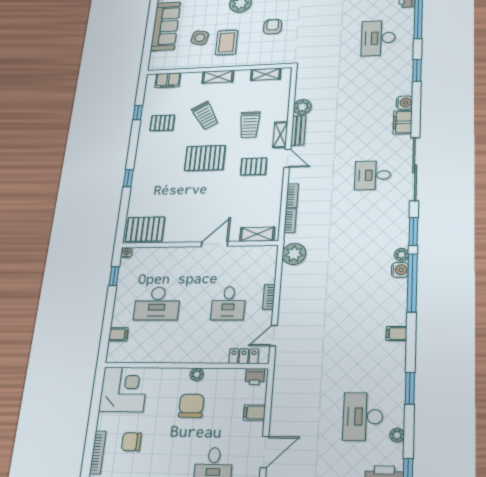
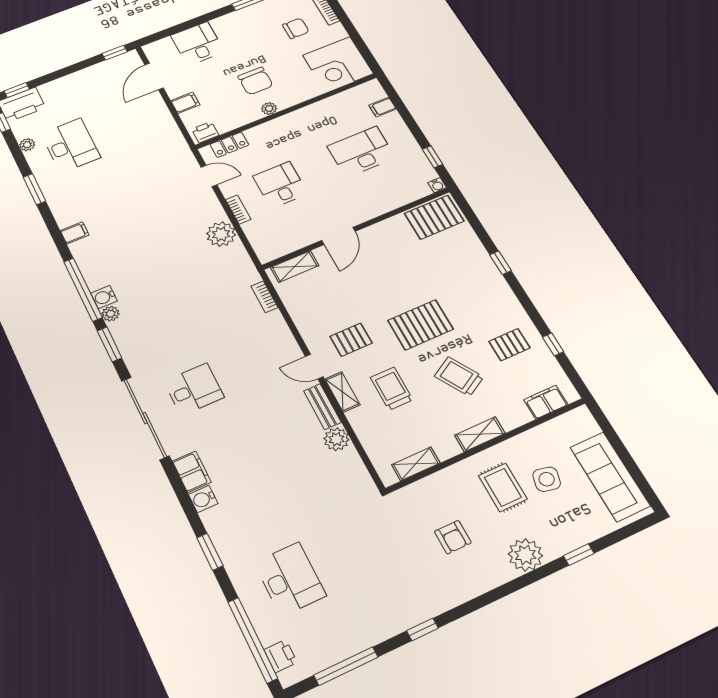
bookcase: (292, 196) -> (280, 325), removed
plant: (294, 254) -> (221, 234), moved
door: (274, 336) -> (209, 176), hinge flipped

